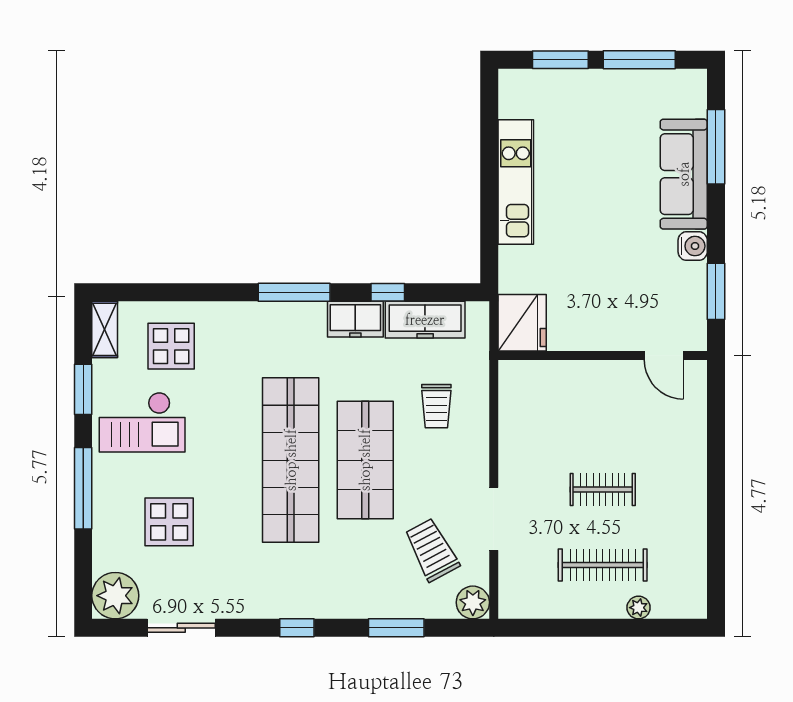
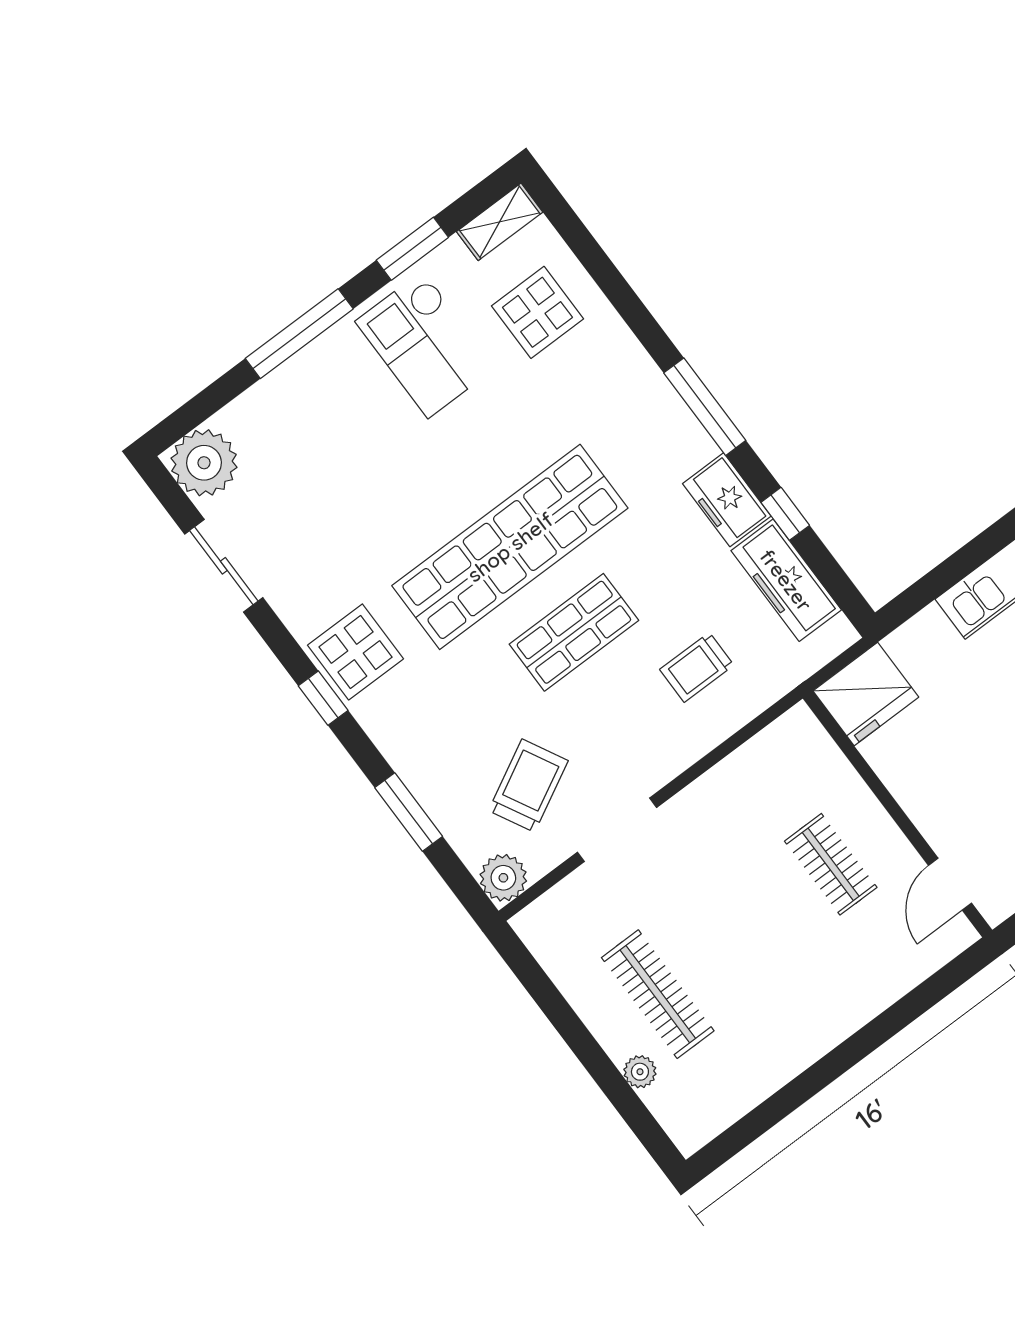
shop shelf: (365, 460) -> (574, 632), width x0.70, depth x0.74
clothes rail: (603, 489) -> (831, 864), moved
display table: (169, 522) -> (356, 652), moved

